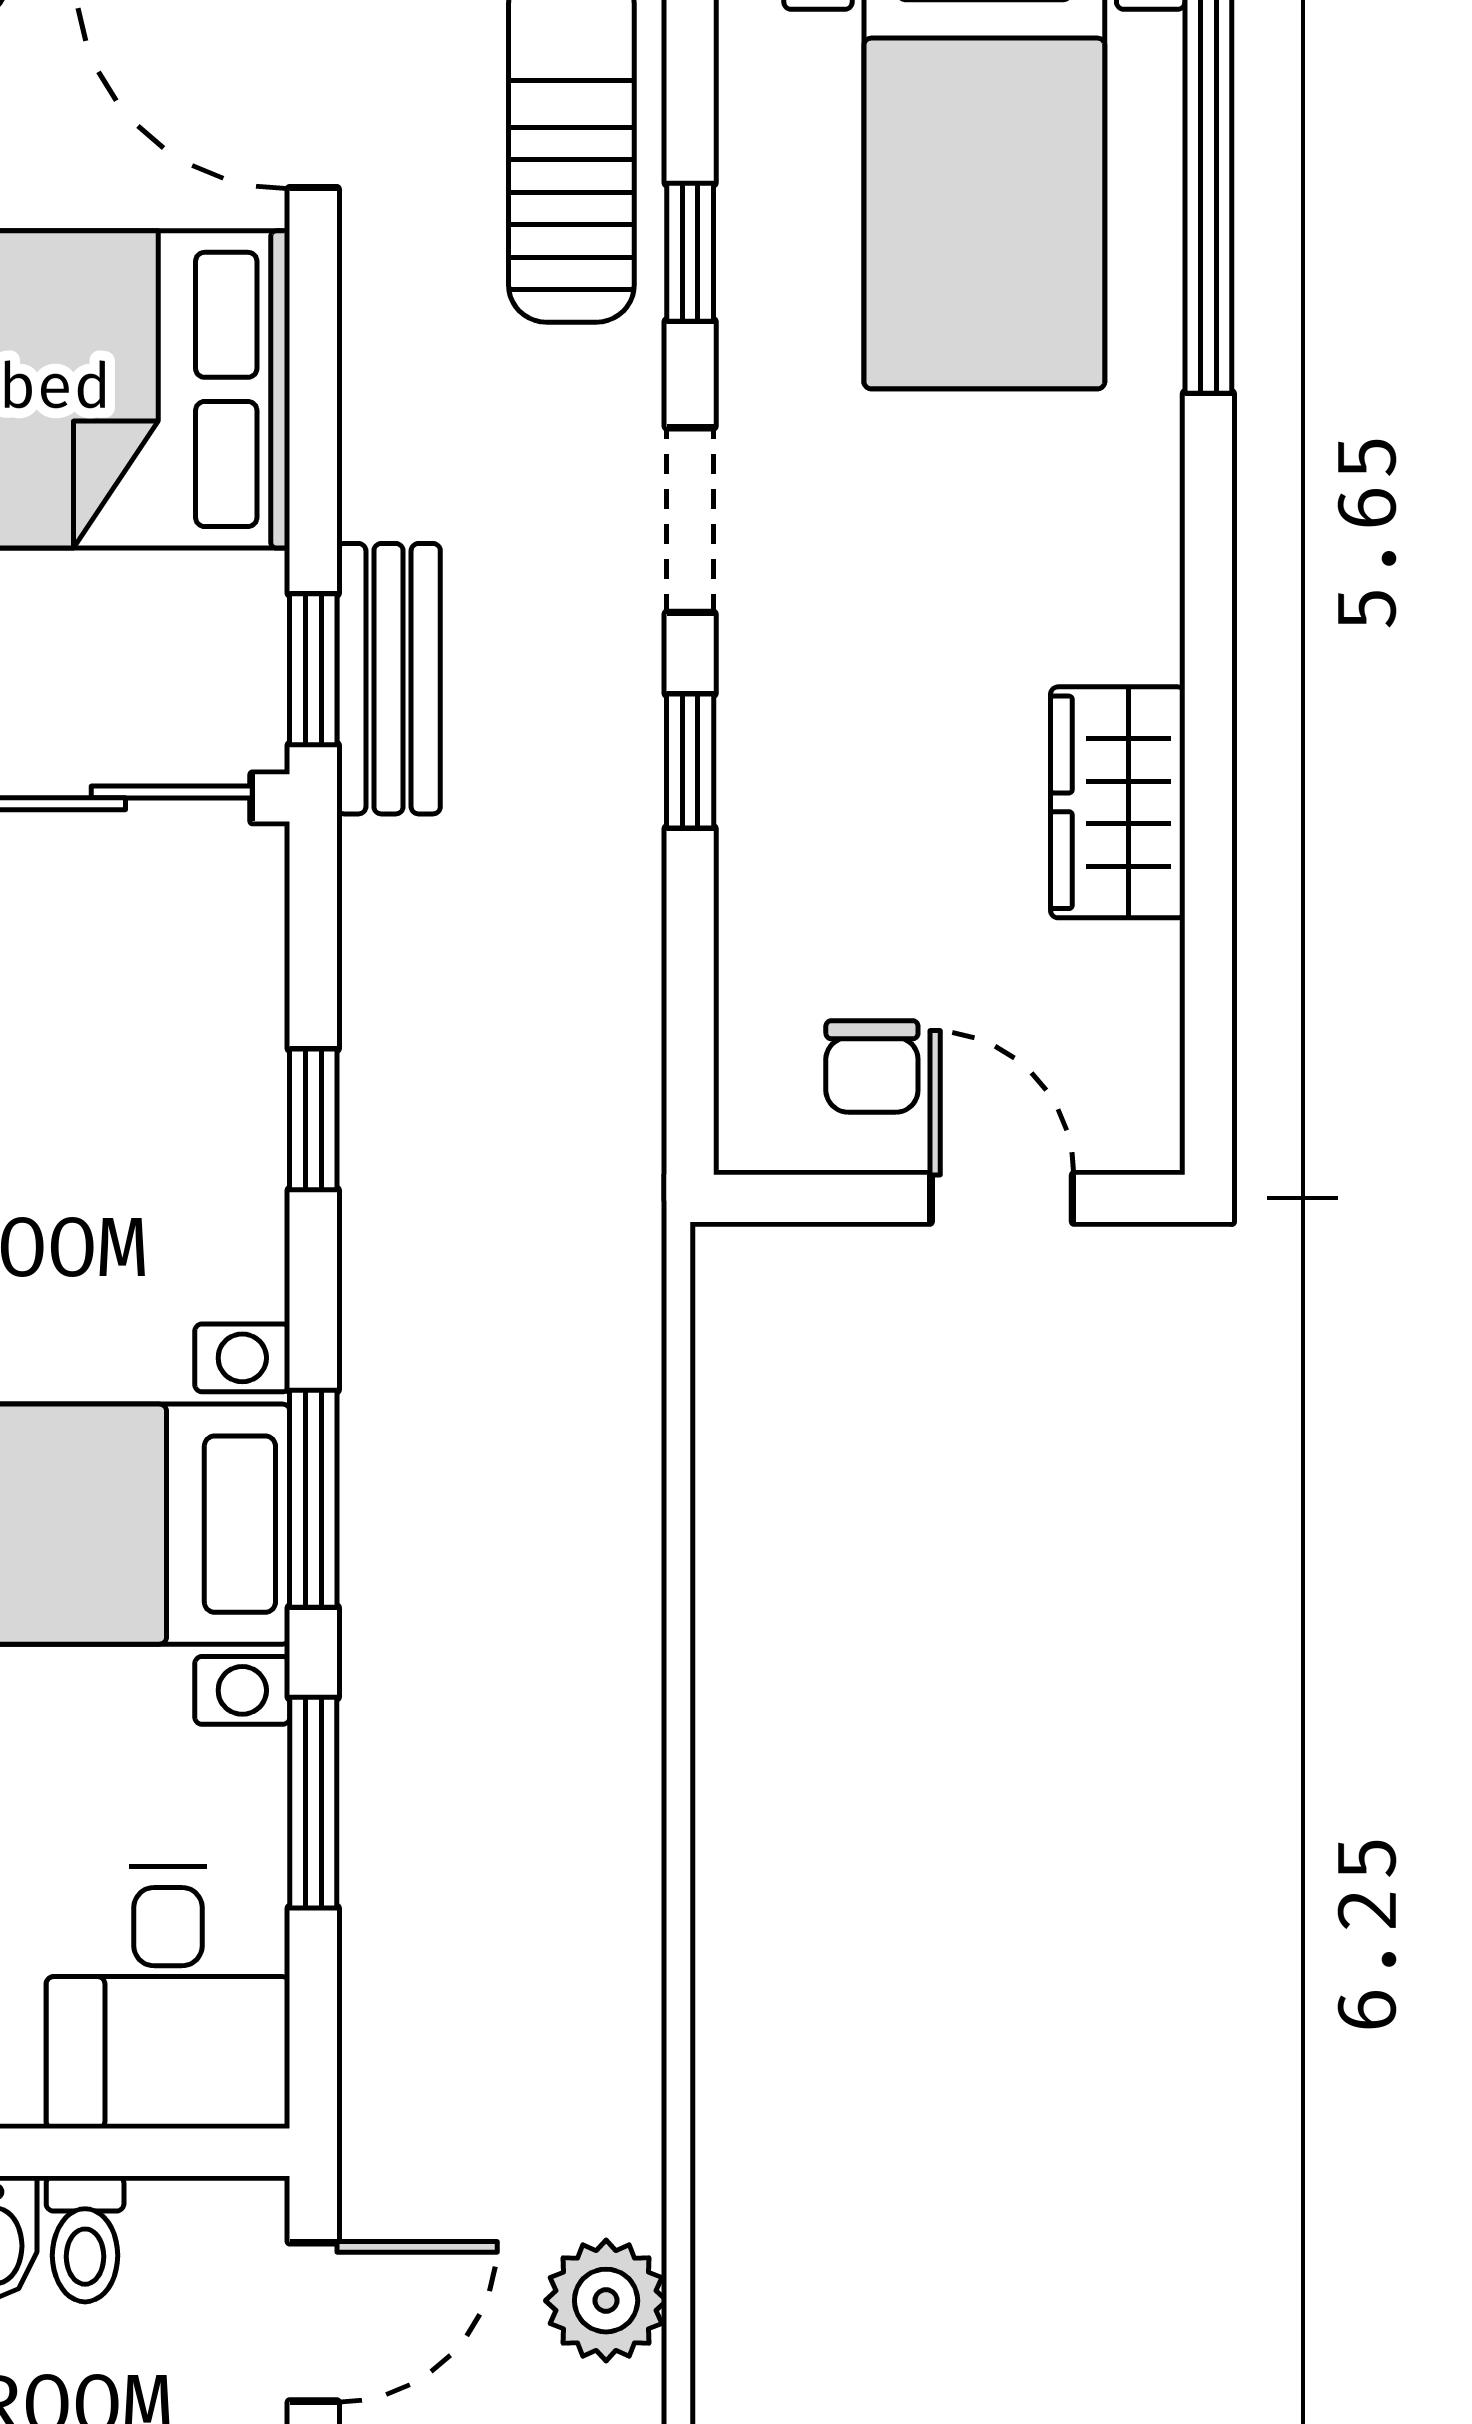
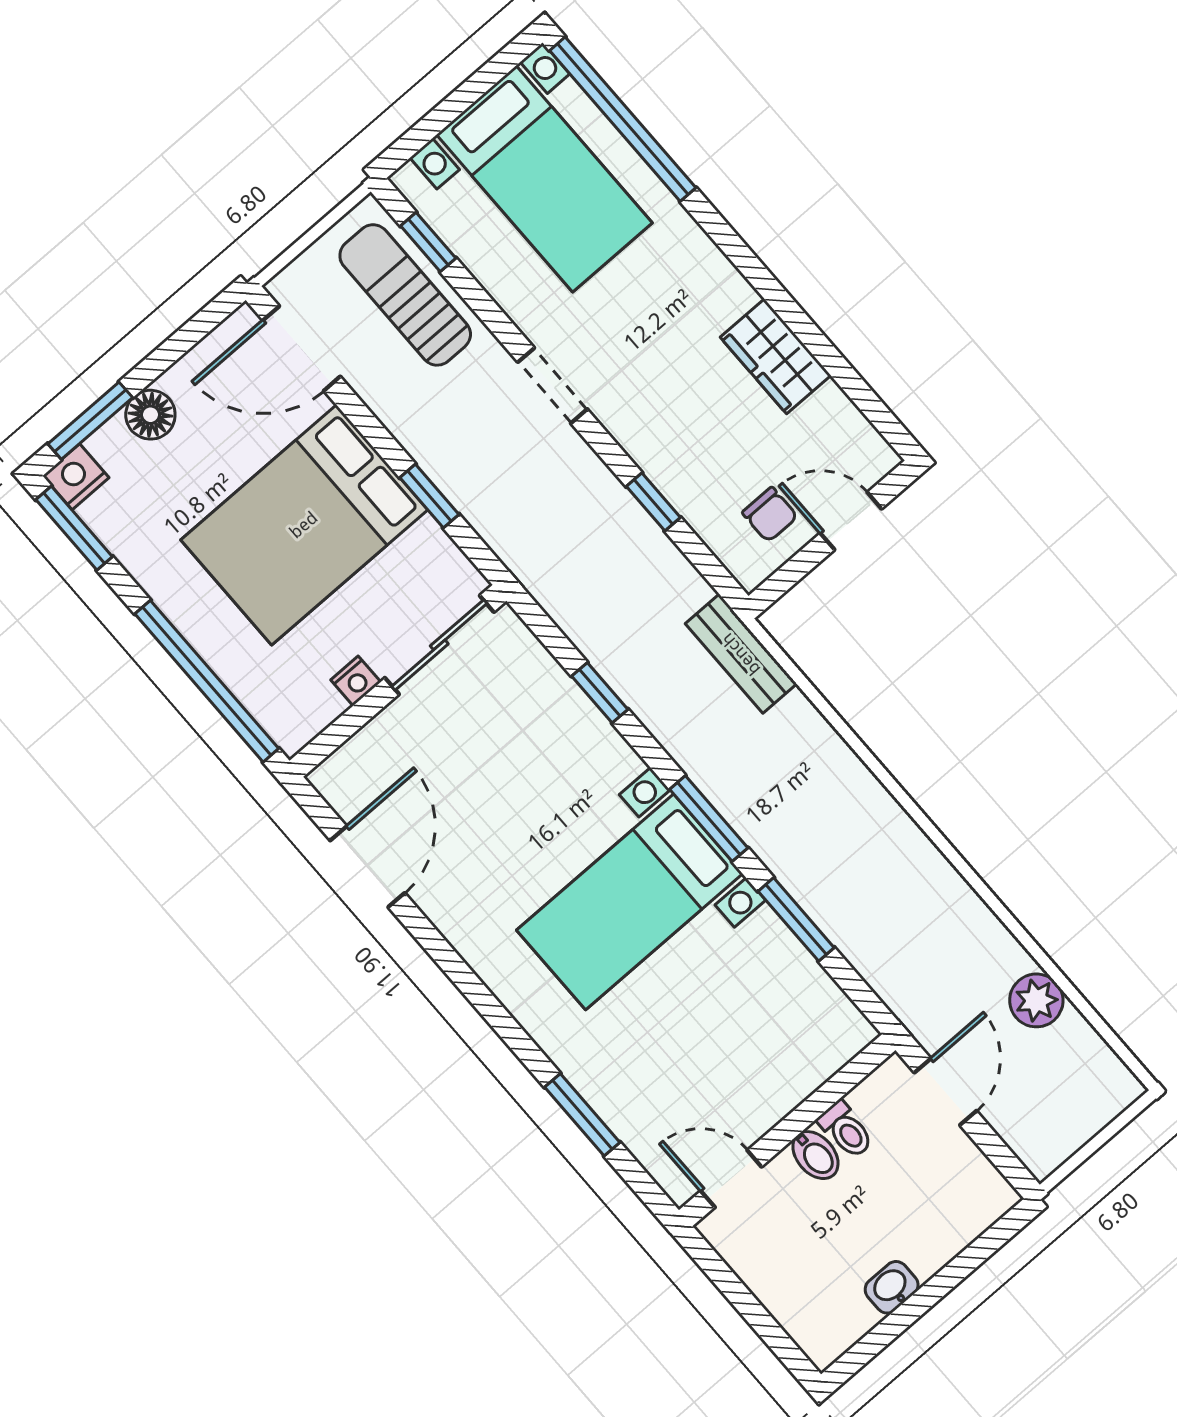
window: (690, 252) -> (428, 242), moved
window: (313, 669) -> (429, 496), moved
bench: (388, 679) -> (741, 654), moved
window: (690, 761) -> (653, 502), moved
desk: (168, 1997) -> (804, 1026), removed

